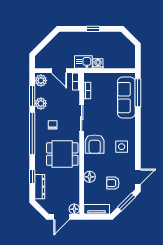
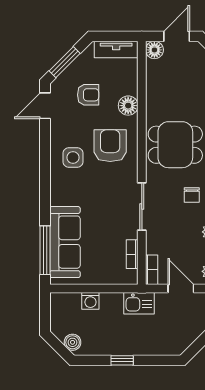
boiler: (122, 39) -> (73, 342), added
washing machine: (98, 63) -> (90, 301), moved
armchair: (95, 144) -> (110, 146), moved

